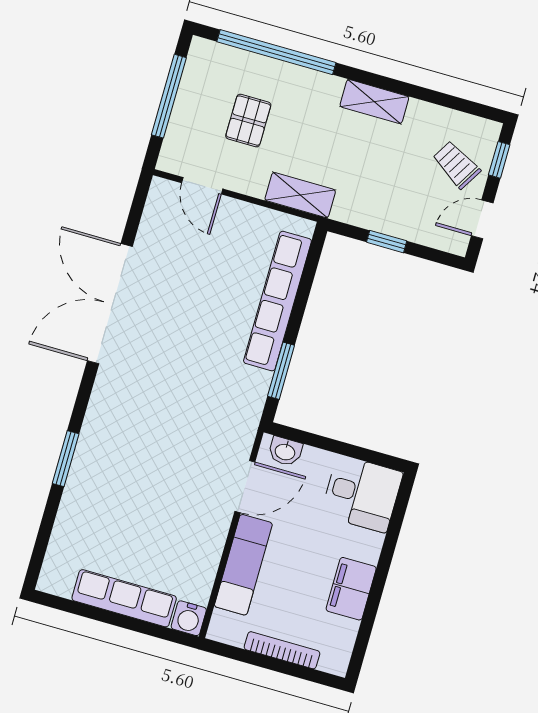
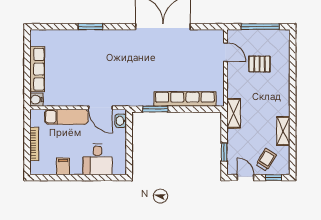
window: (276, 52) -> (293, 68), removed
shelving: (374, 102) -> (283, 131), moved
door: (202, 186) -> (226, 52), swing flipped
shelving: (300, 195) -> (234, 113), moved
window: (387, 242) -> (224, 152), moved
desk: (362, 494) -> (98, 159), moved
filing cabinet: (351, 589) -> (63, 166), width x0.50

